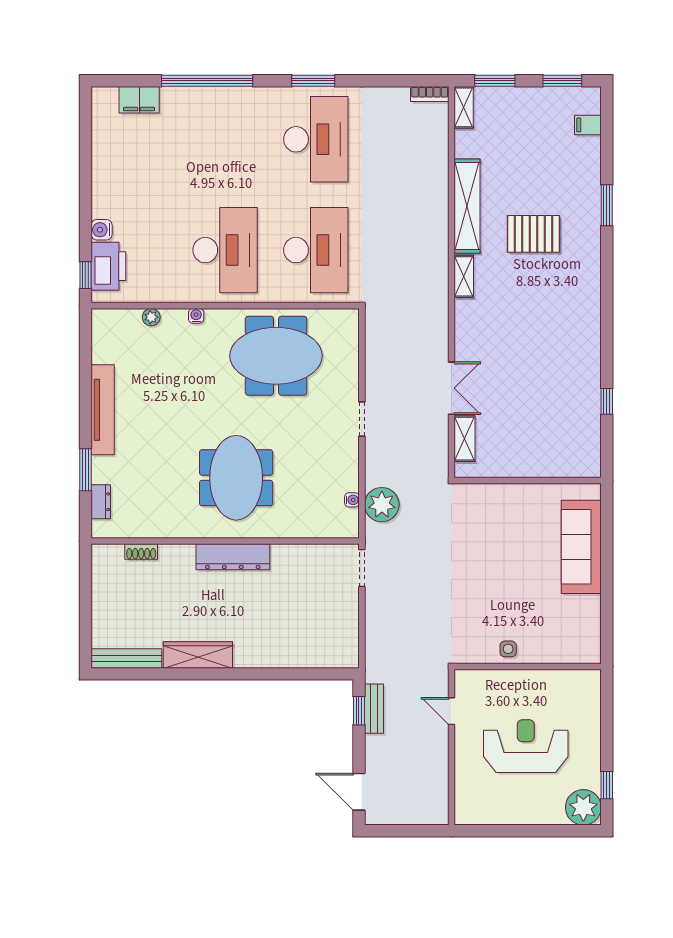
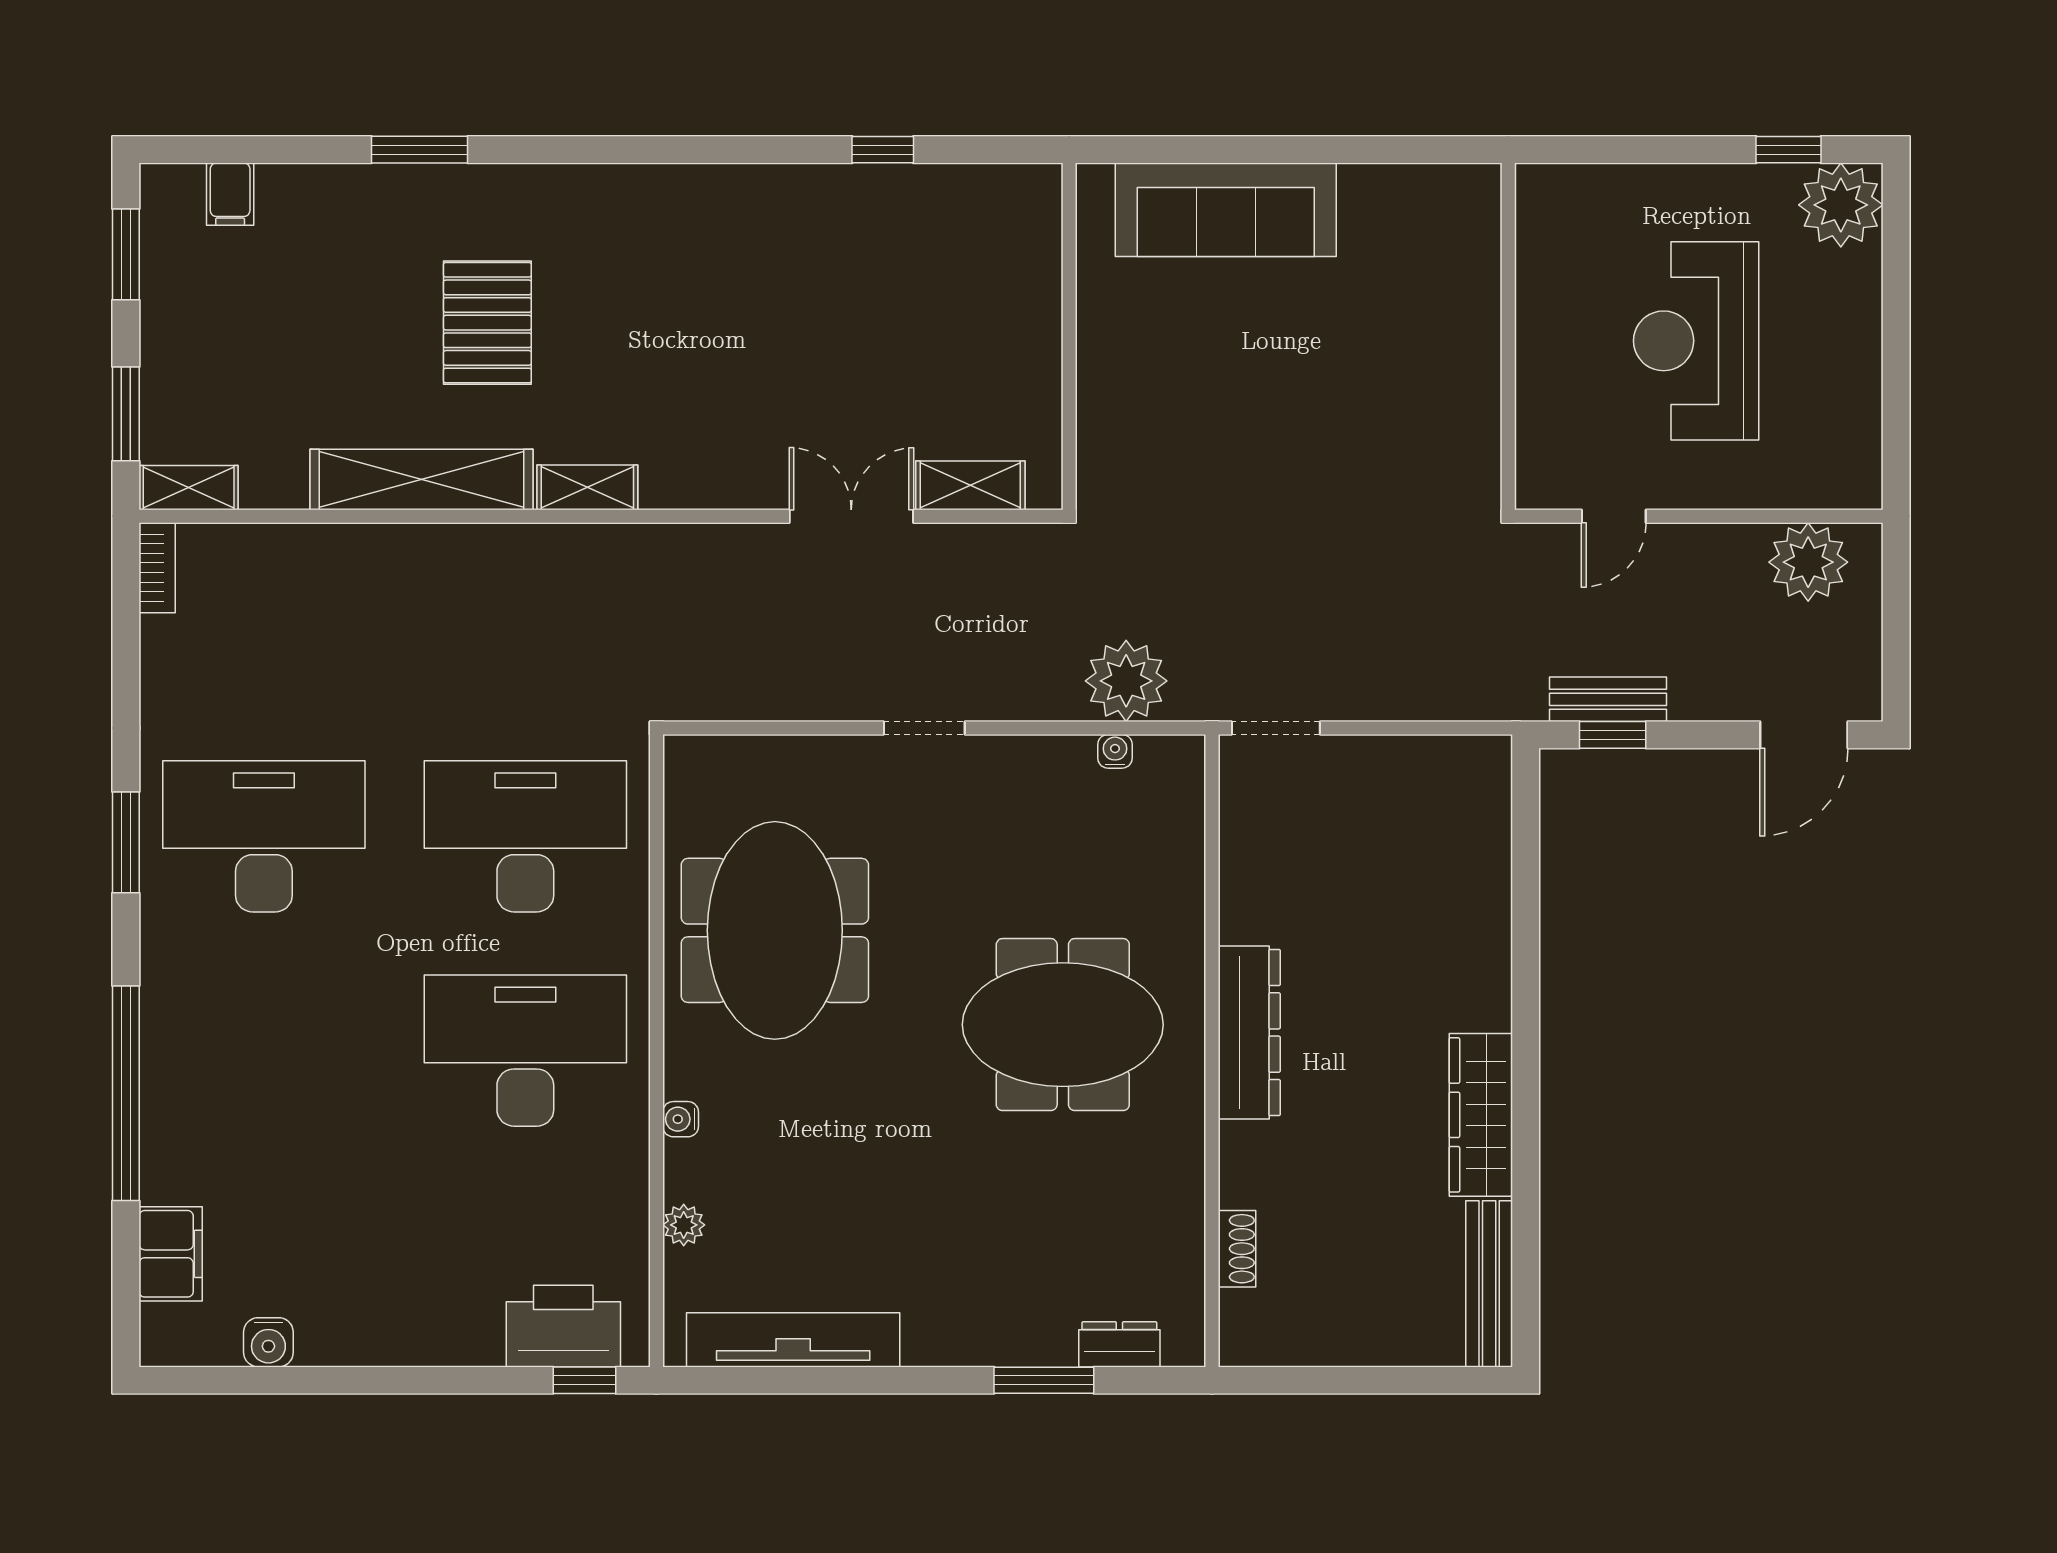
water cooler: (102, 230) -> (268, 1342), moved
tv unit: (103, 410) -> (793, 1340), moved
side table: (508, 649) -> (1467, 383), removed
plant: (432, 794) -> (1808, 562), added

